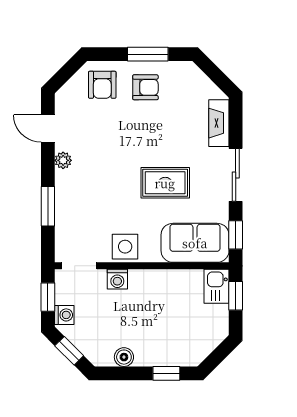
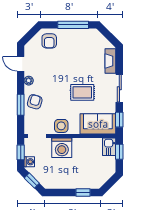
window: (148, 54) -> (73, 25), width x1.44
armchair: (145, 87) -> (35, 102), moved, turned -74
washing machine: (117, 279) -> (62, 148), width x1.89, depth x1.89
boiler: (124, 357) -> (61, 184), removed

